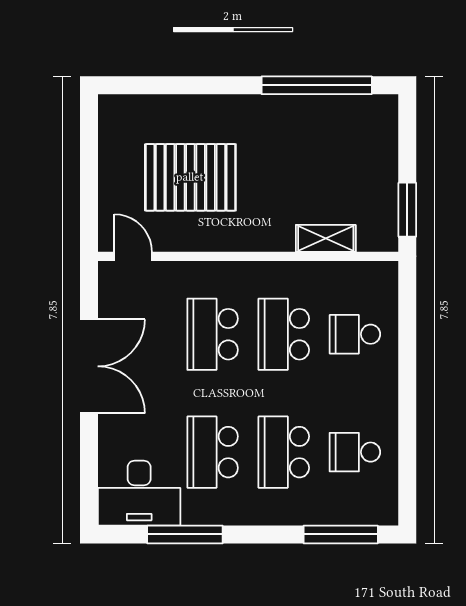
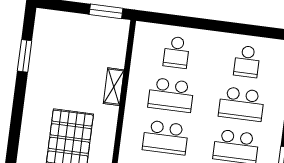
window: (317, 85) -> (25, 56), width x0.47
shelving: (326, 238) -> (114, 87), moved

